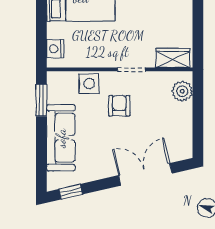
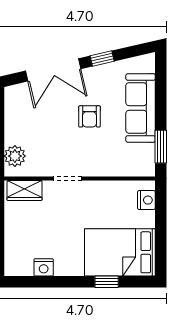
side table: (89, 84) -> (111, 164), removed
armchair: (119, 106) -> (90, 116), moved
window: (71, 192) -> (102, 59), moved

